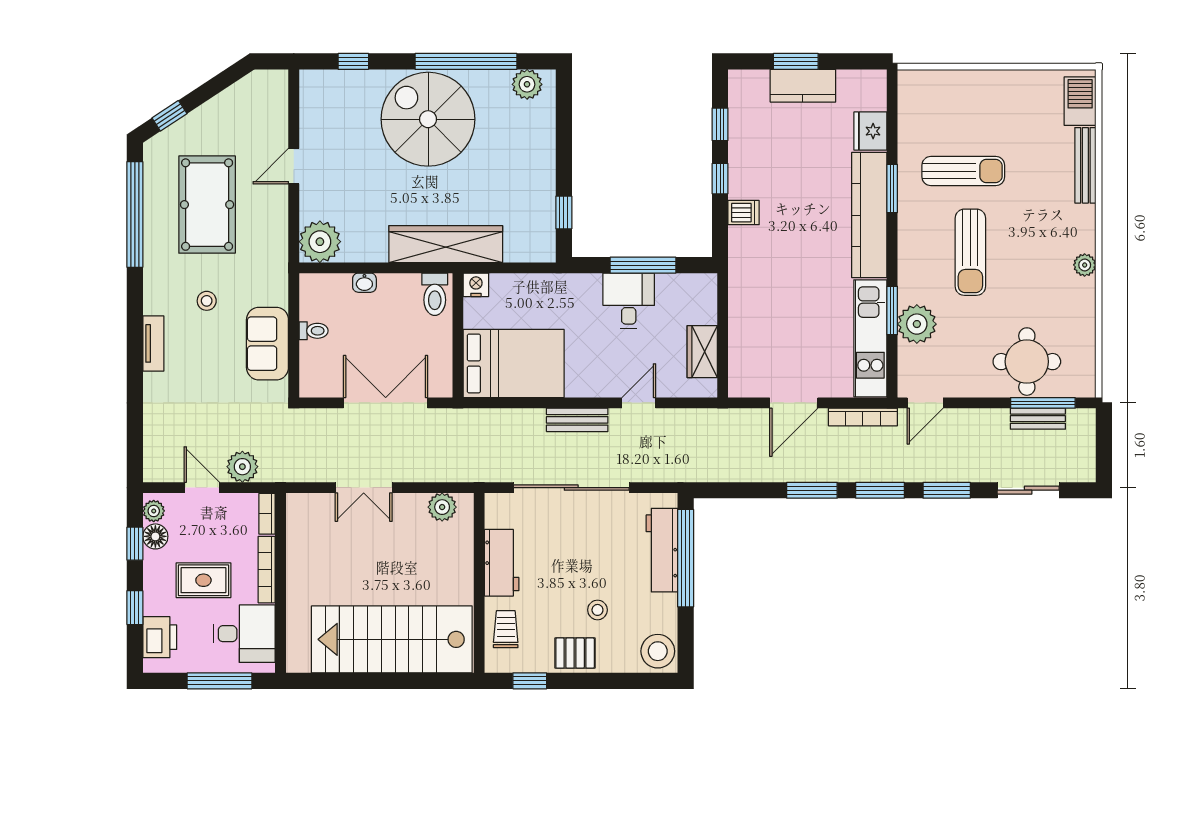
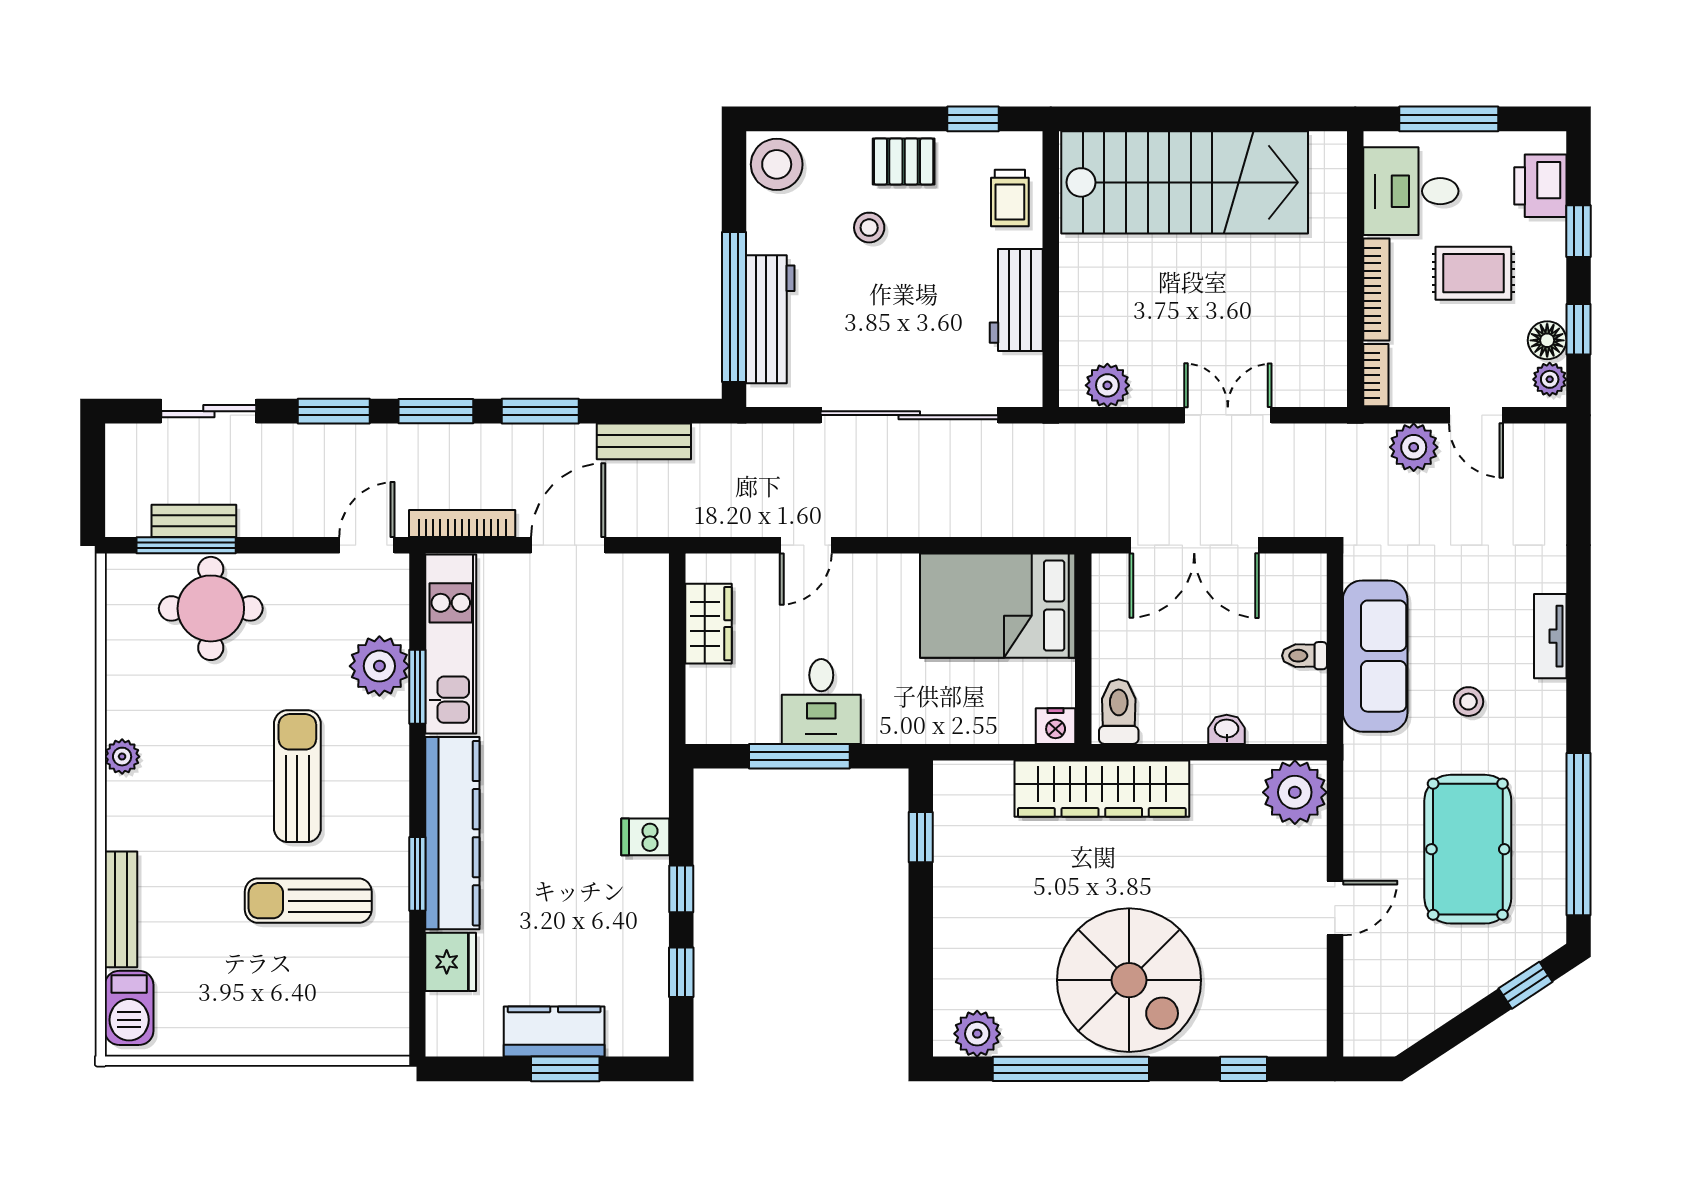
sofa: (267, 344) -> (1375, 656), width x1.36
bench: (577, 420) -> (644, 441), moved

